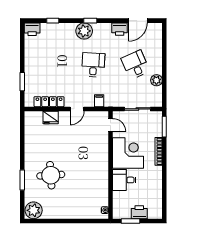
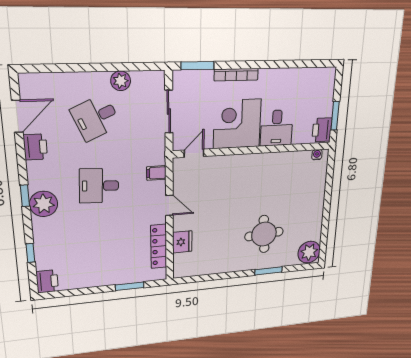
door: (138, 21) -> (17, 116), hinge flipped
printer: (139, 212) -> (322, 130), moved

